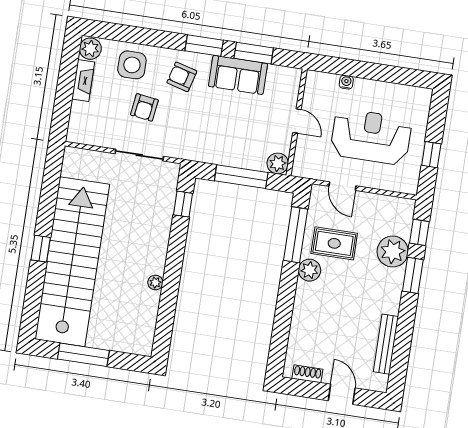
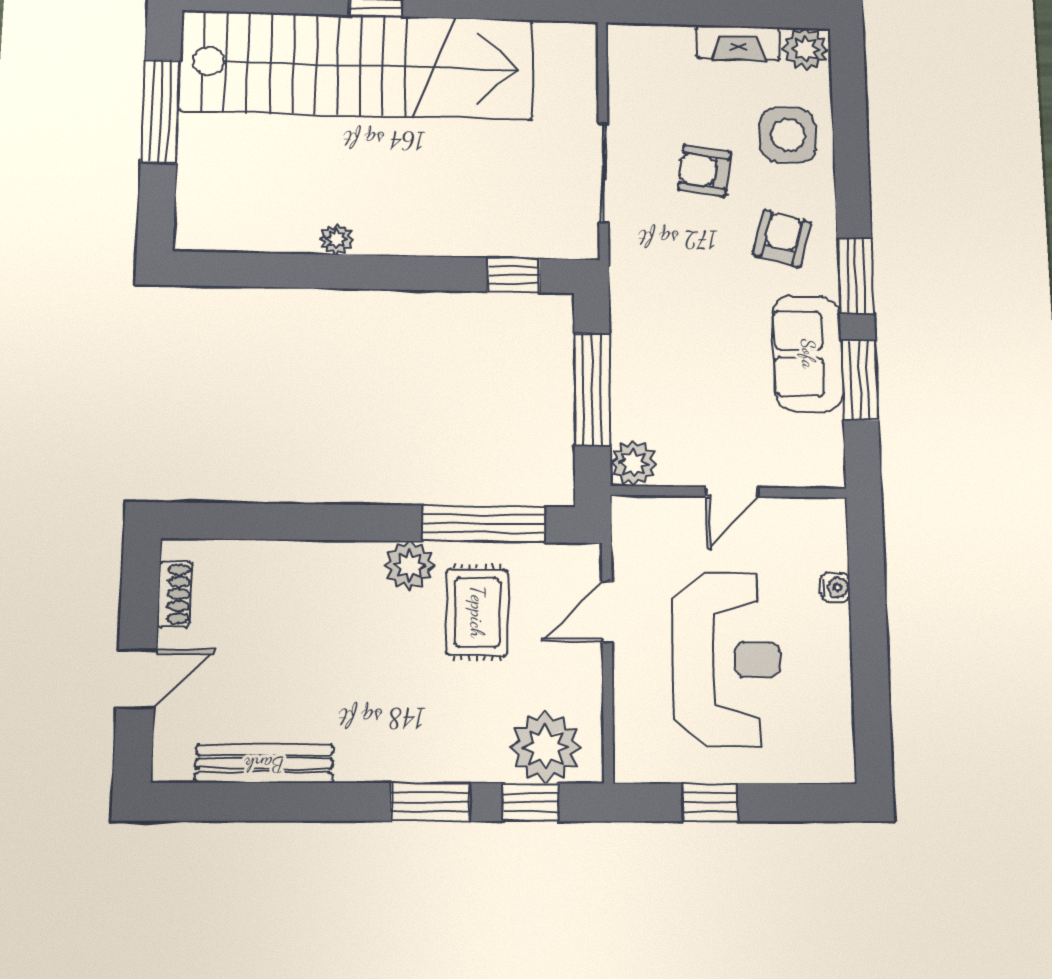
plant: (393, 251) -> (546, 747), moved

